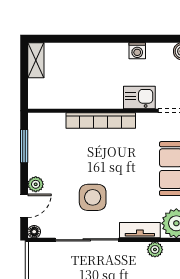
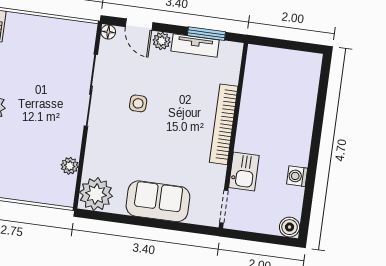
shelving: (36, 60) -> (302, 60), removed
side table: (93, 197) -> (138, 103), width x0.54, depth x0.54
tv unit: (140, 230) -> (195, 45), moved, turned 90

